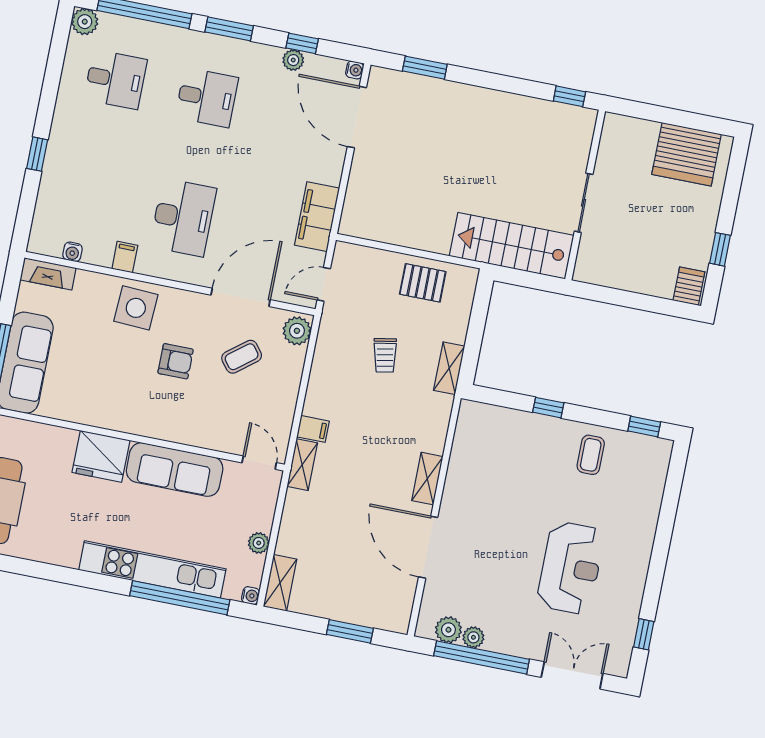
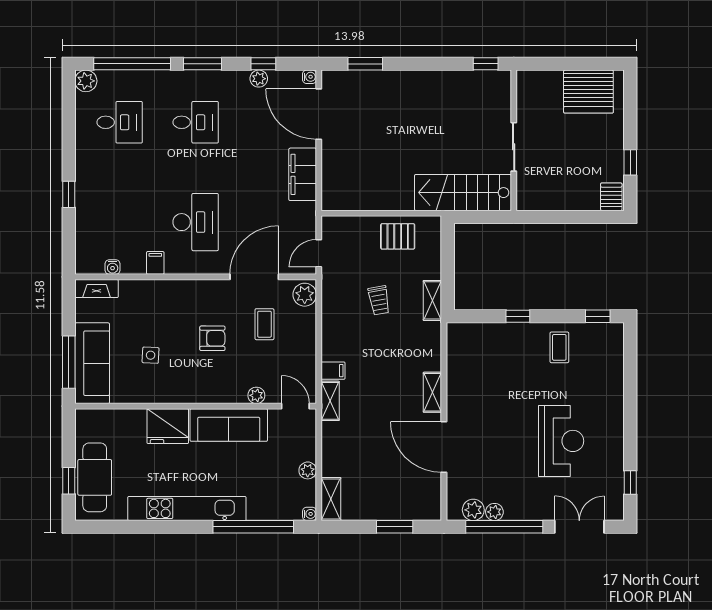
filing cabinet: (317, 217) -> (303, 174), moved
side table: (136, 308) -> (151, 355), moved, width x0.54, depth x0.54
coffee table: (242, 357) -> (264, 324), turned -52
plant: (215, 440) -> (256, 395), added
kitchen unit: (152, 569) -> (187, 508), moved

